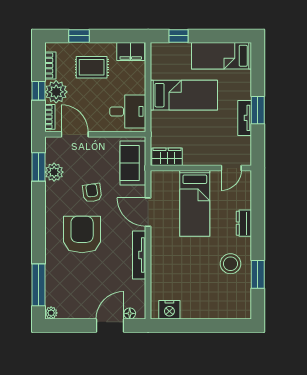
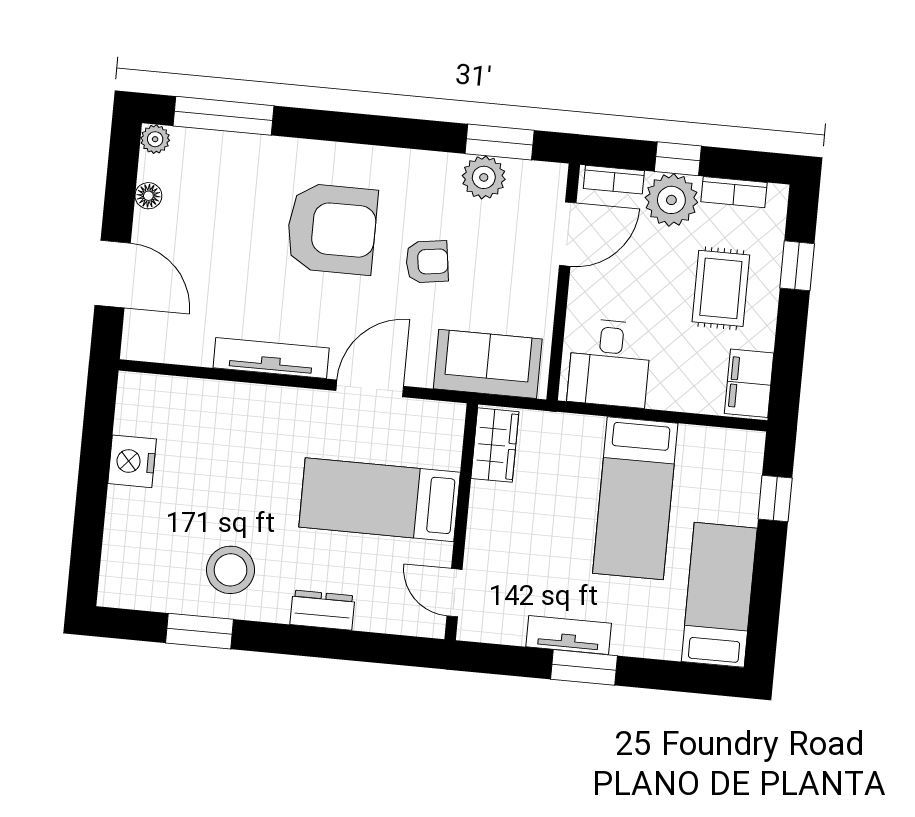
nightstand: (169, 310) -> (132, 461), moved
floor lamp: (130, 313) -> (148, 196), moved

